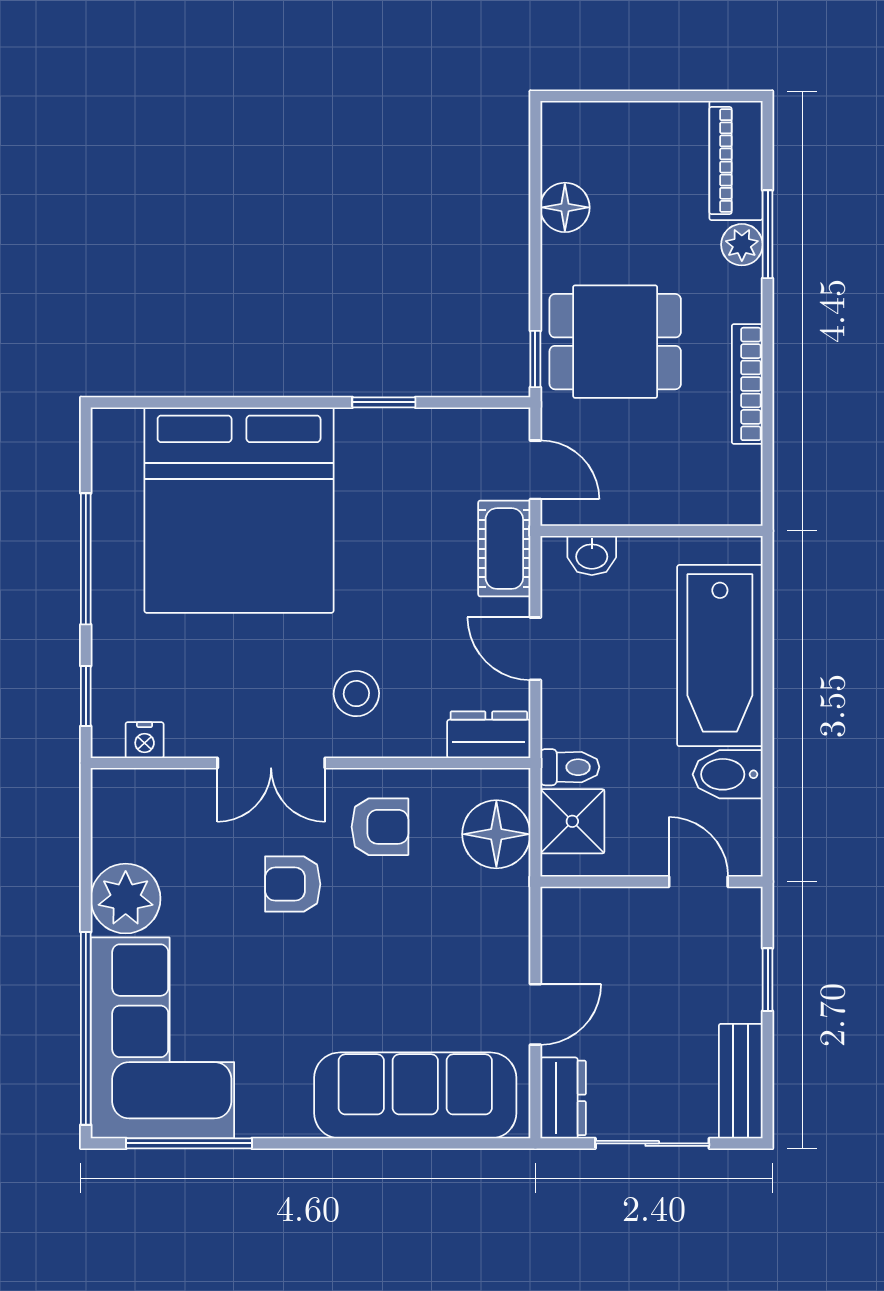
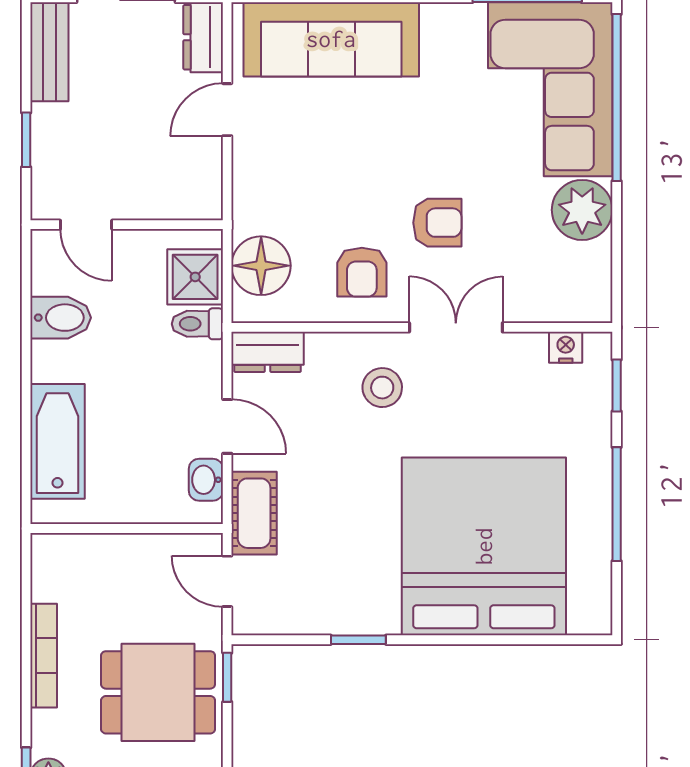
washbasin: (592, 555) -> (206, 480), moved, turned -90
bathtub: (720, 656) -> (58, 441), width x0.73, depth x0.73
armchair: (380, 827) -> (362, 272), turned -90

